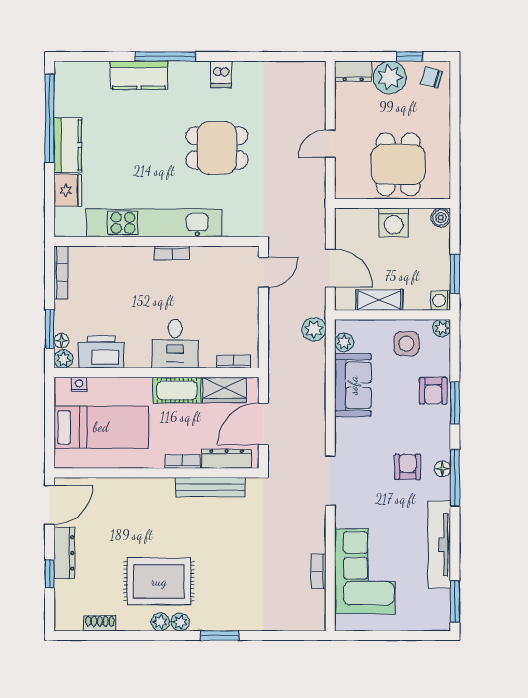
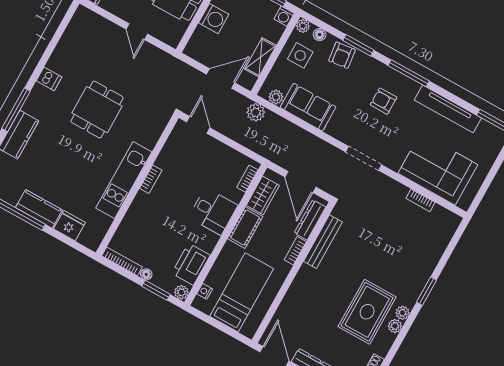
kitchen unit: (154, 223) -> (124, 180), width x0.73
floor lamp: (61, 341) -> (146, 274), moved
armchair: (433, 391) -> (342, 55), turned 83
floor lamp: (442, 469) -> (320, 35), moved

